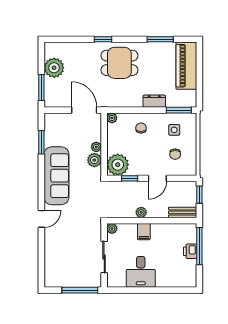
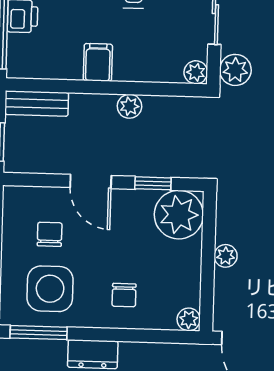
side table: (174, 130) -> (50, 289), width x1.87, depth x1.87
plant: (94, 160) -> (235, 70), moved
door: (157, 178) -> (91, 182), swing flipped
filing cabinet: (144, 232) -> (98, 62), moved

